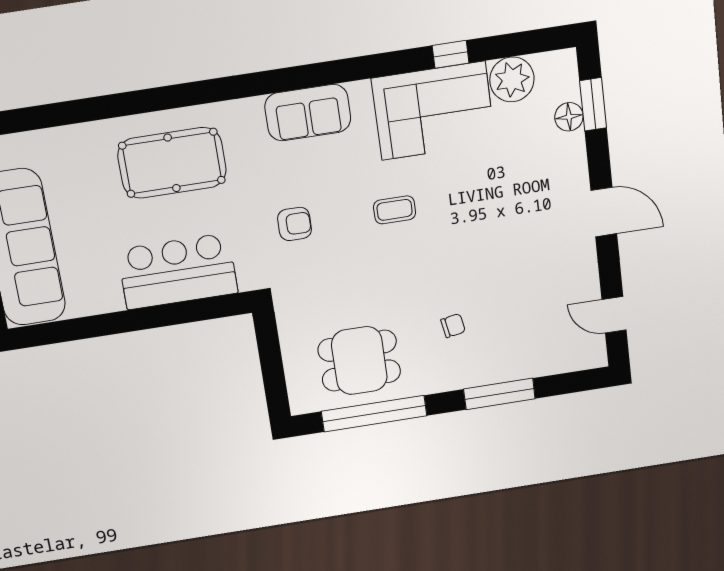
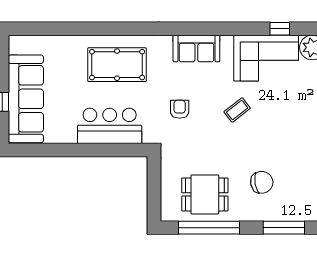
coffee table: (395, 210) -> (237, 110), turned -38
armchair: (295, 224) -> (180, 109), turned -90
chair: (453, 326) -> (262, 182), width x1.87, depth x1.87

